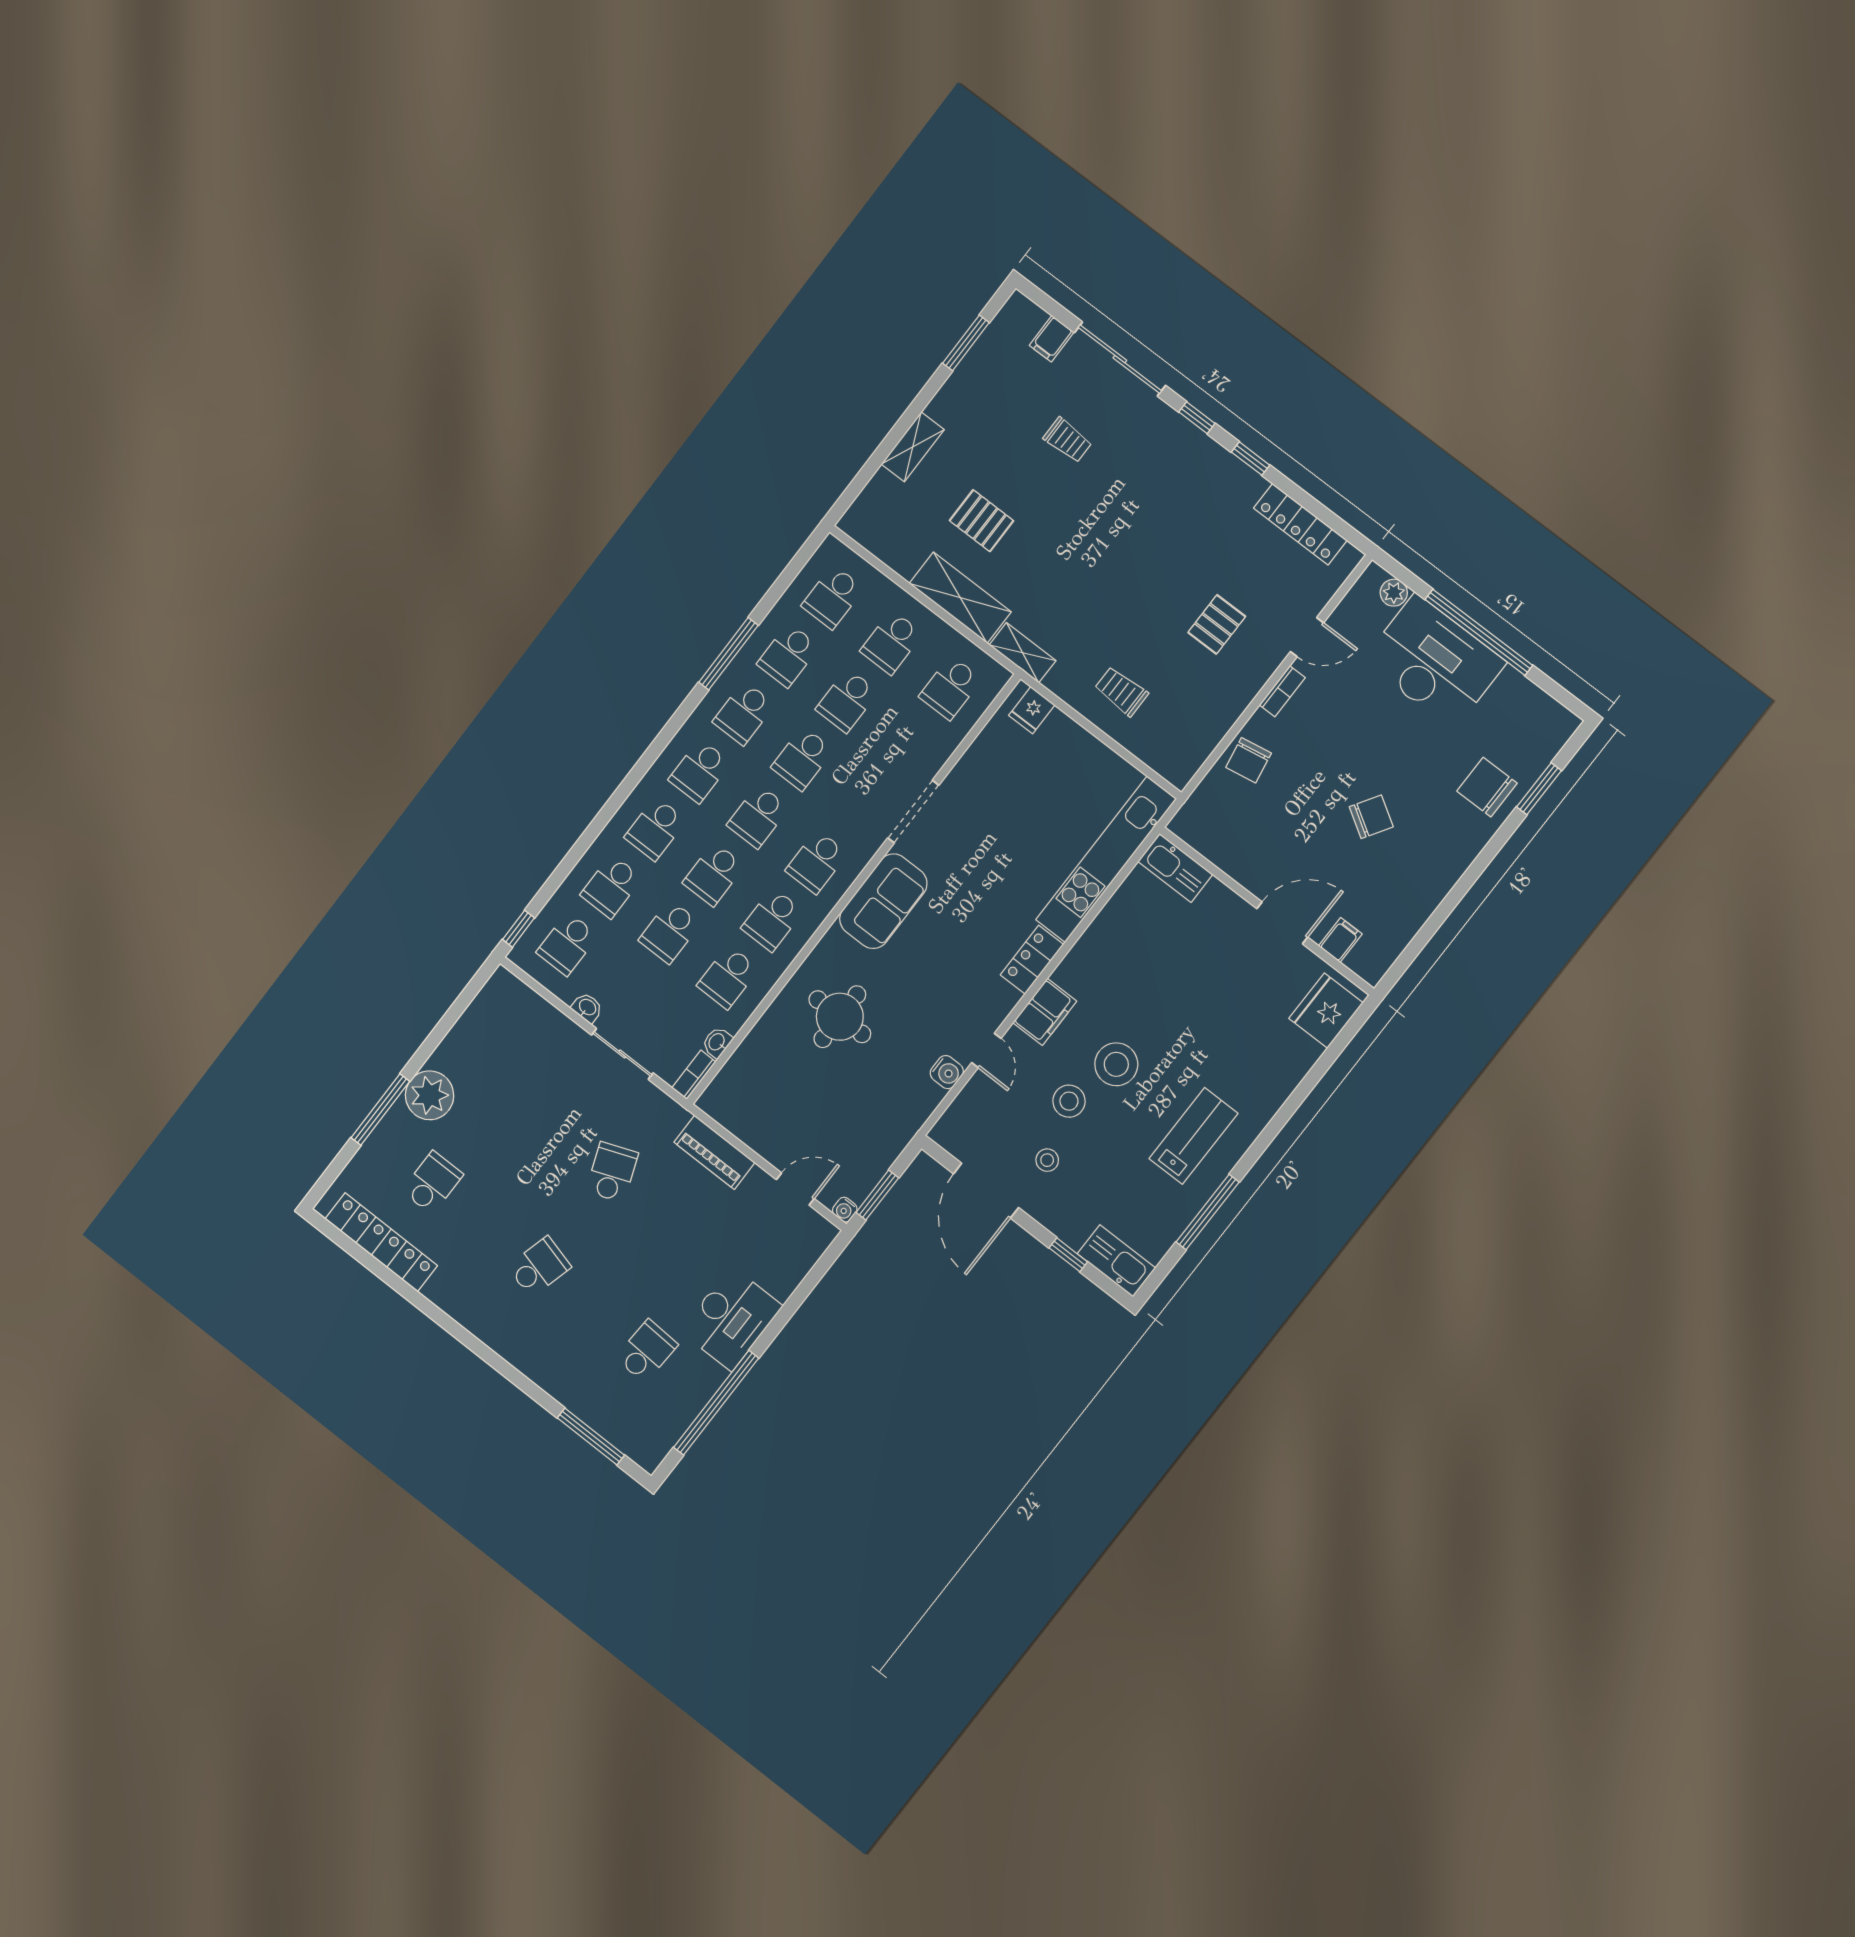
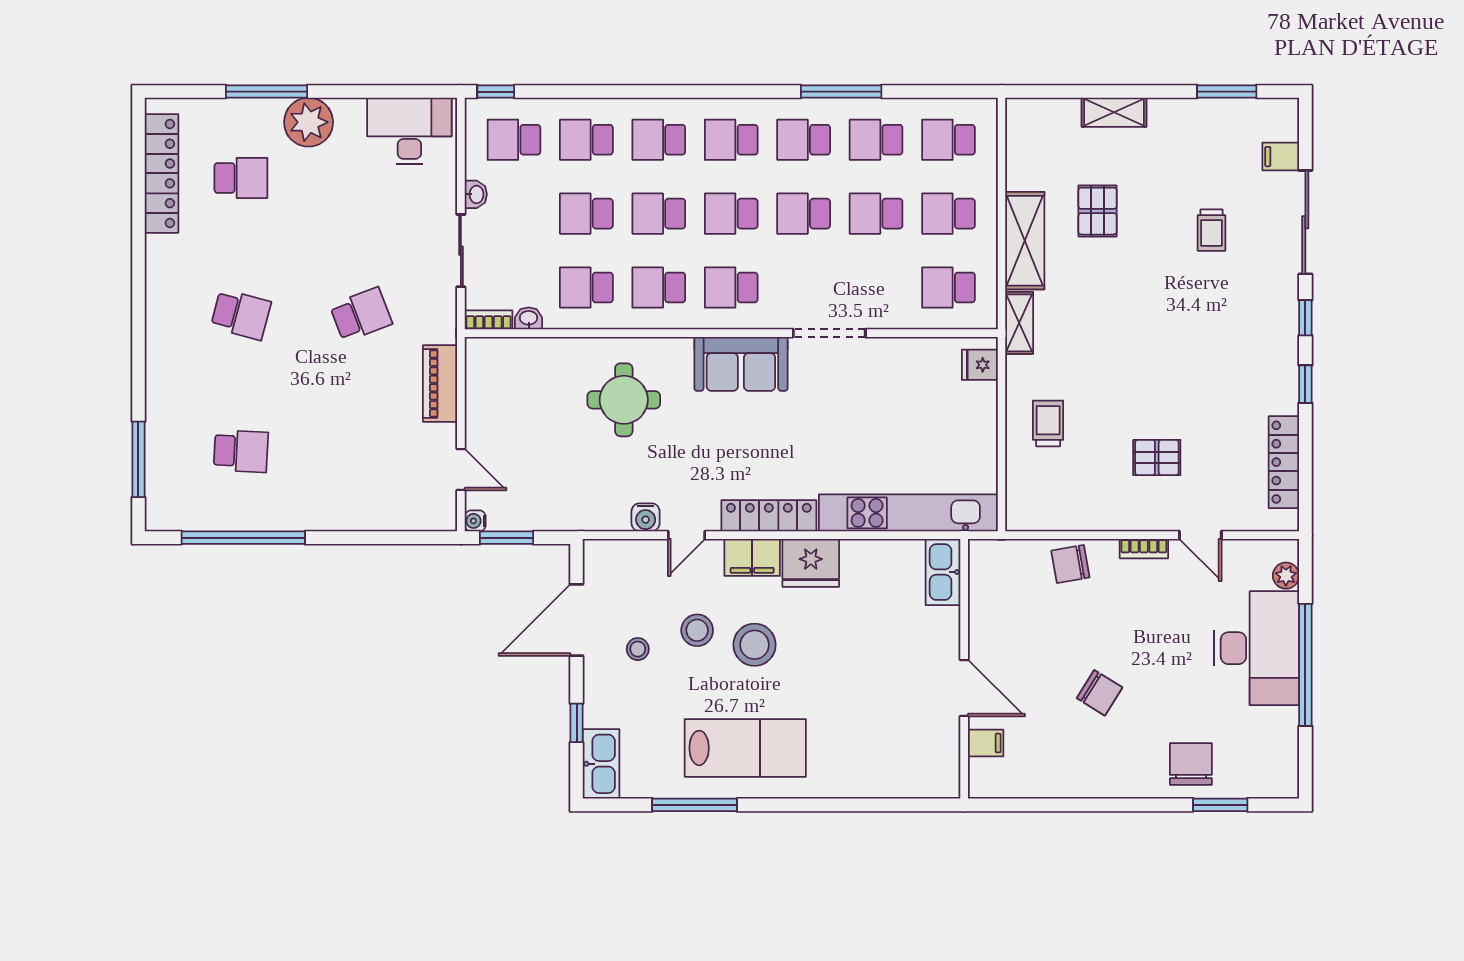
locker: (1032, 960) -> (769, 516), width x1.53
fridge: (1326, 1011) -> (811, 563), moved, turned 180
lab bench: (1193, 1136) -> (745, 748), width x1.36, depth x1.39
desk: (731, 1319) -> (409, 131), moved, turned 180

